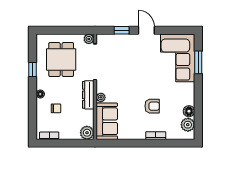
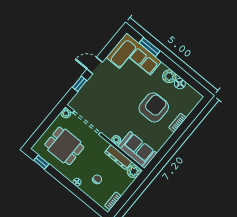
window: (33, 70) -> (41, 162), moved
dresser: (88, 95) -> (118, 157), moved
armchair: (152, 106) -> (154, 107), width x1.88, depth x1.88
plant: (188, 125) -> (169, 76), moved

